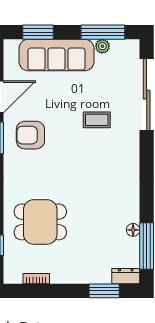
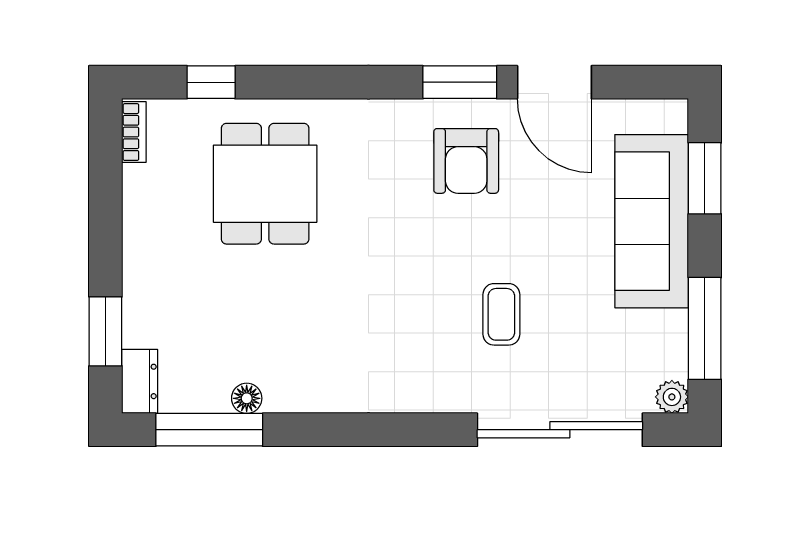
plant: (102, 46) -> (672, 397), moved
armchair: (30, 135) -> (466, 161), turned 180
bookcase: (36, 279) -> (134, 132), moved

